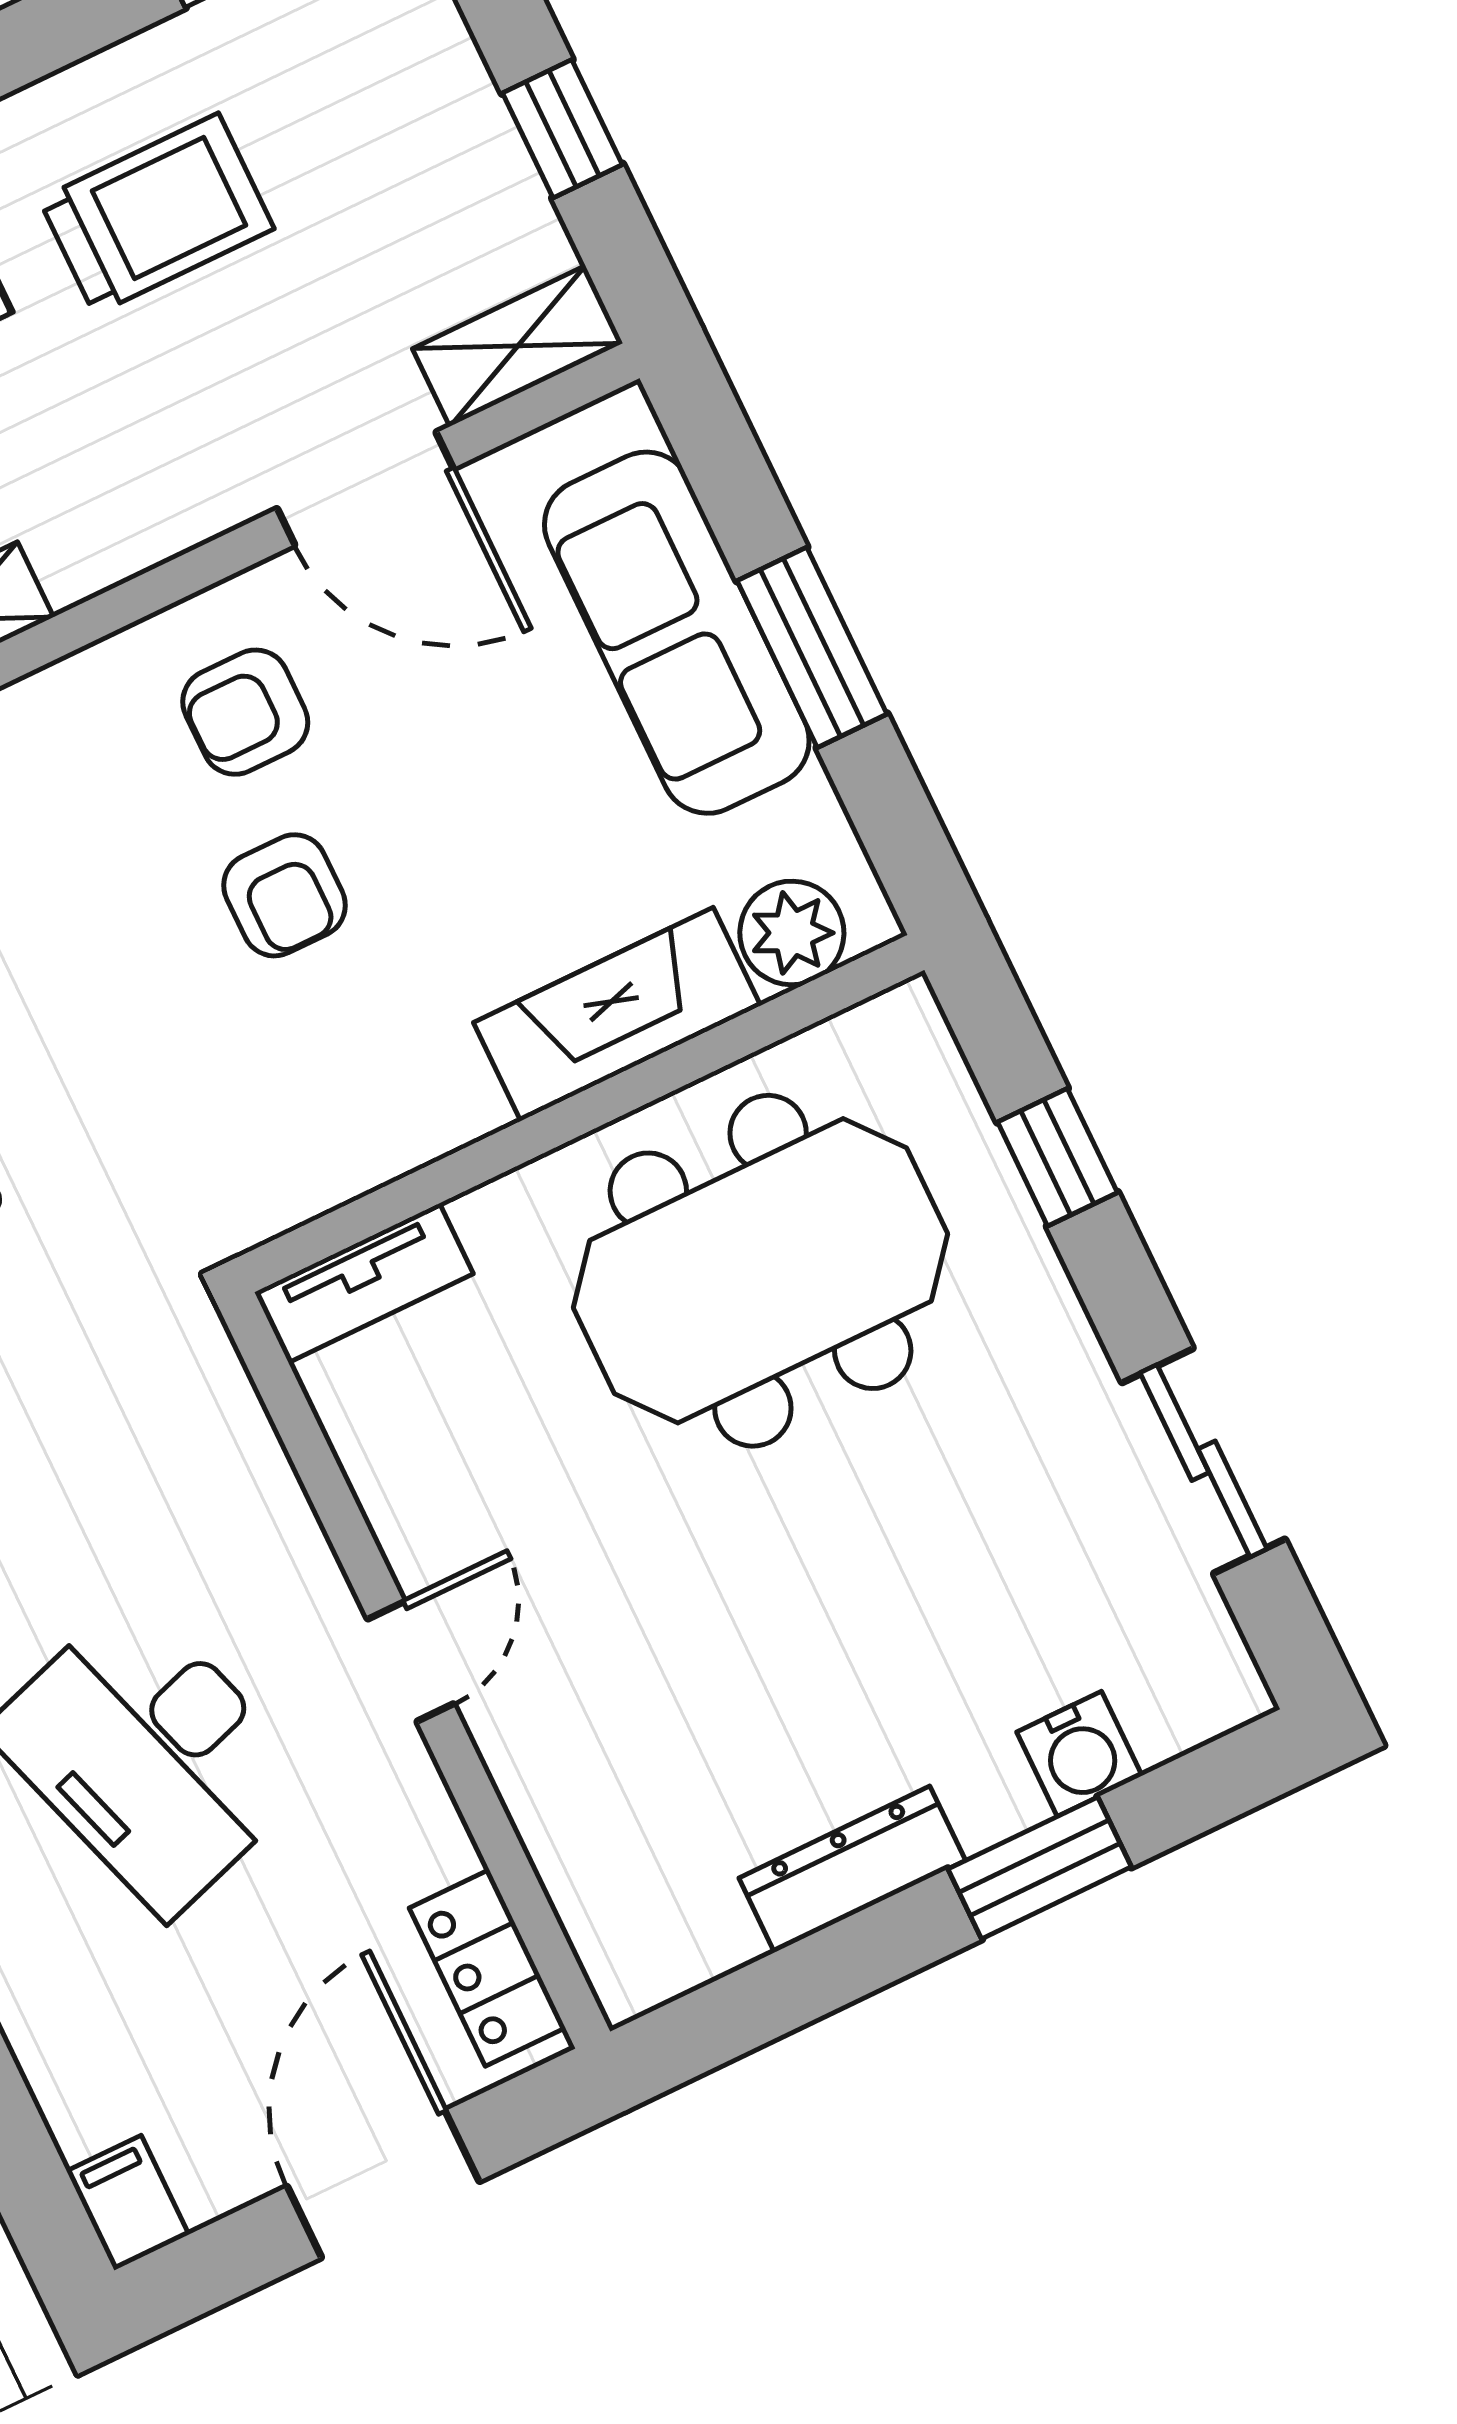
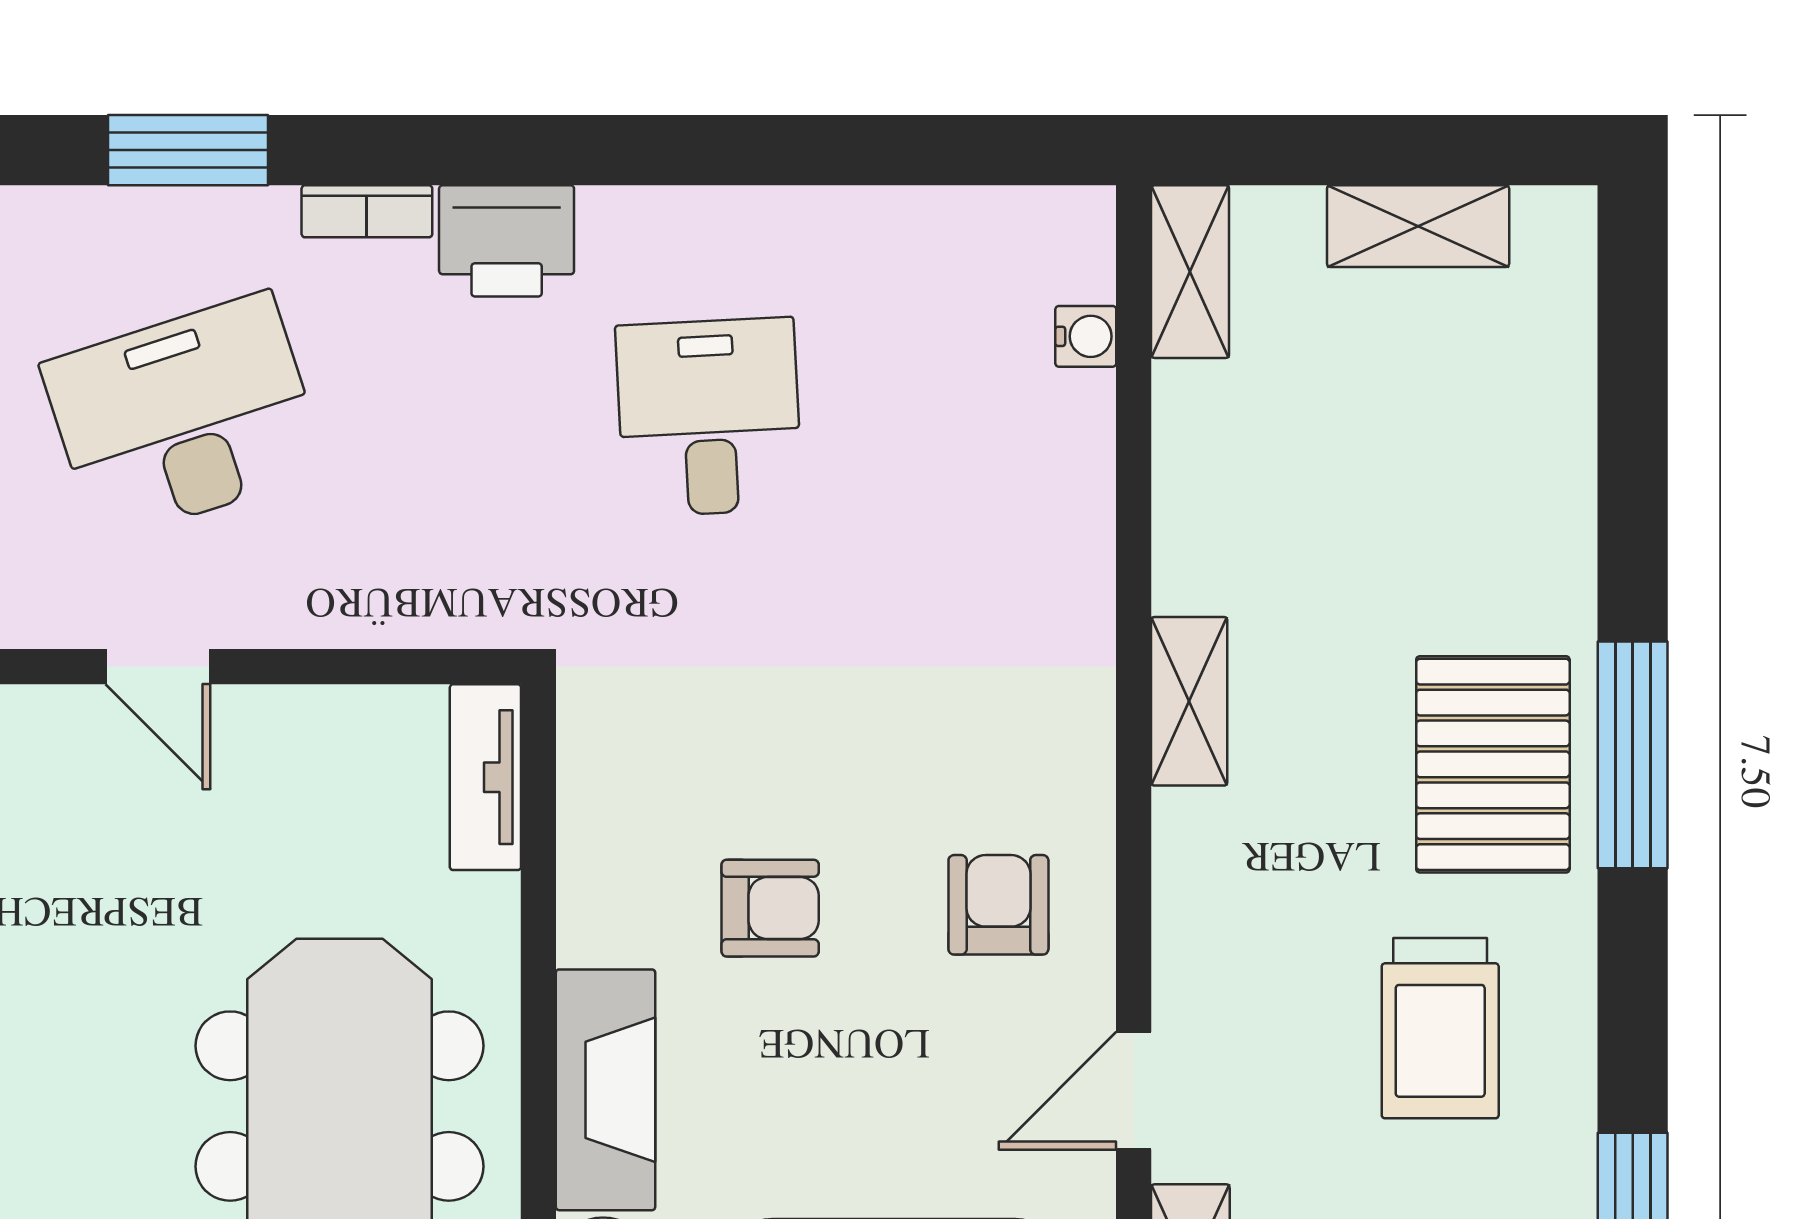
door: (365, 489) -> (1134, 1091), width x0.73
armchair: (284, 895) -> (770, 908), moved, turned 180

